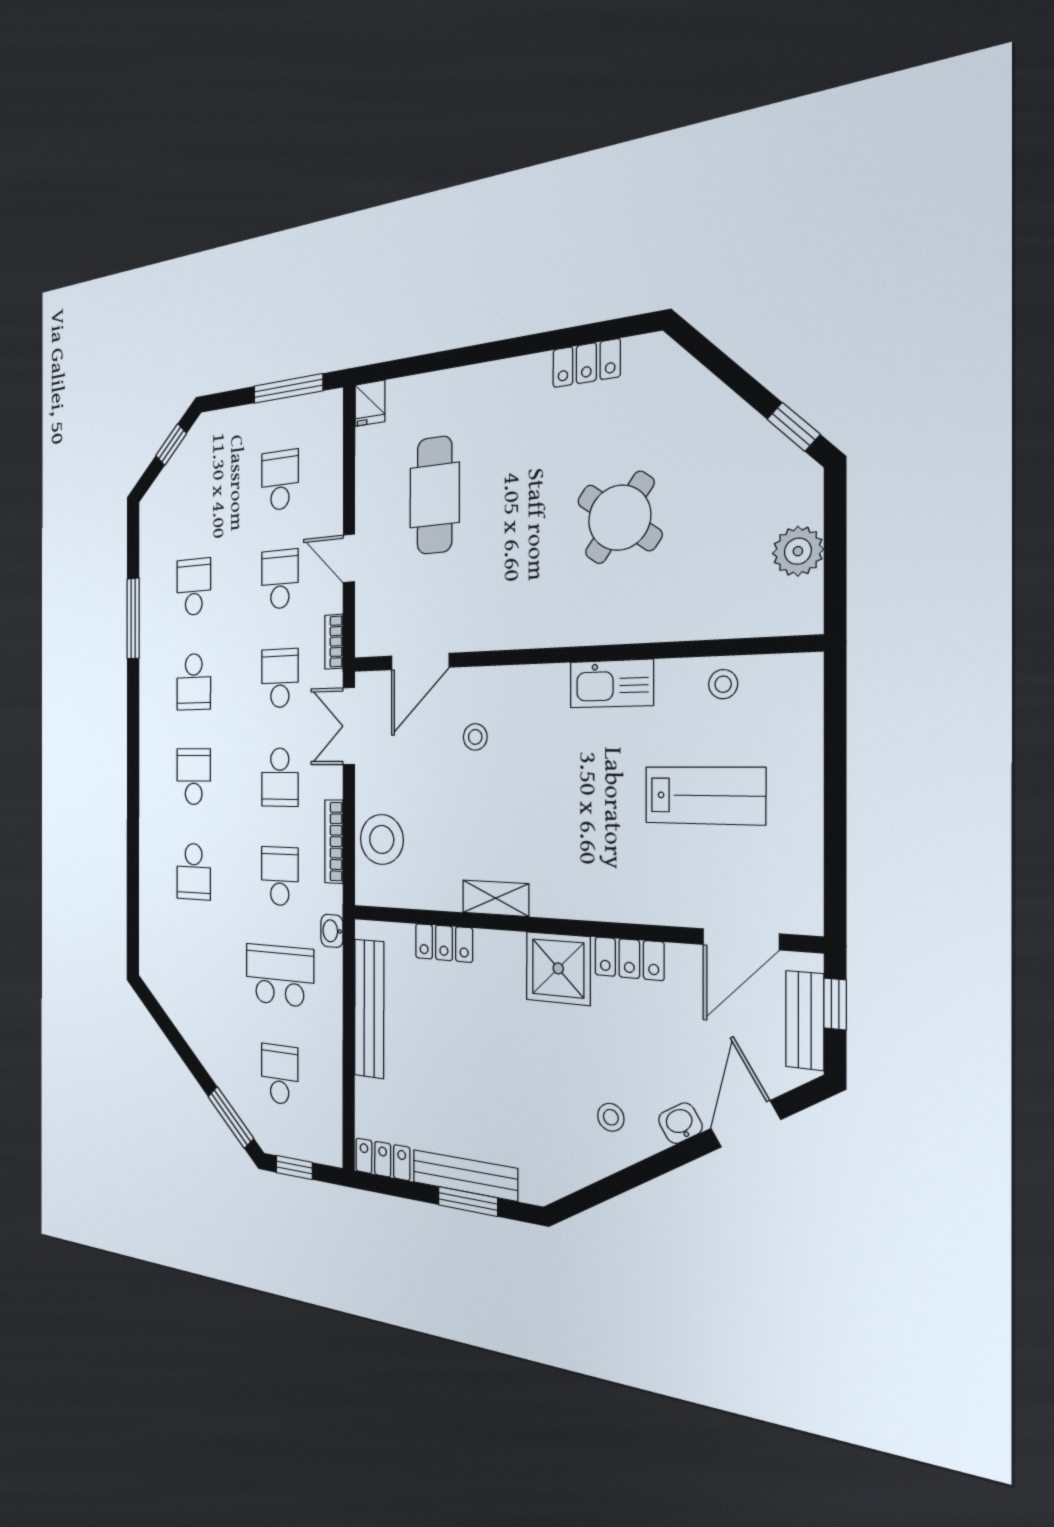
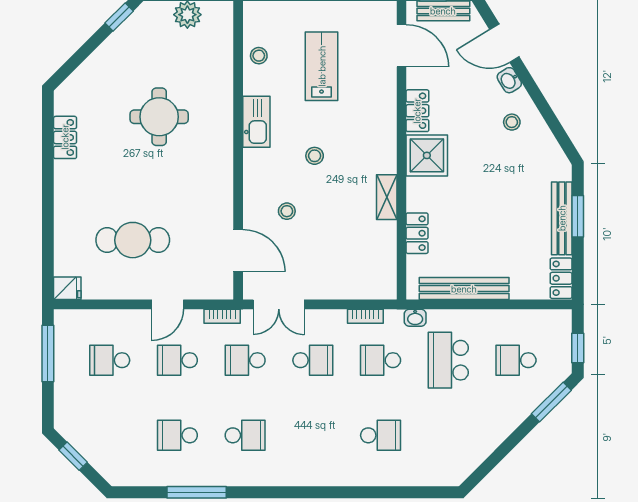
round table: (620, 518) -> (159, 117), turned -36
school desk: (194, 777) -> (313, 435), removed
stool: (382, 839) -> (315, 156), moved, width x0.53, depth x0.53
bookcase: (334, 842) -> (365, 316), width x0.64

